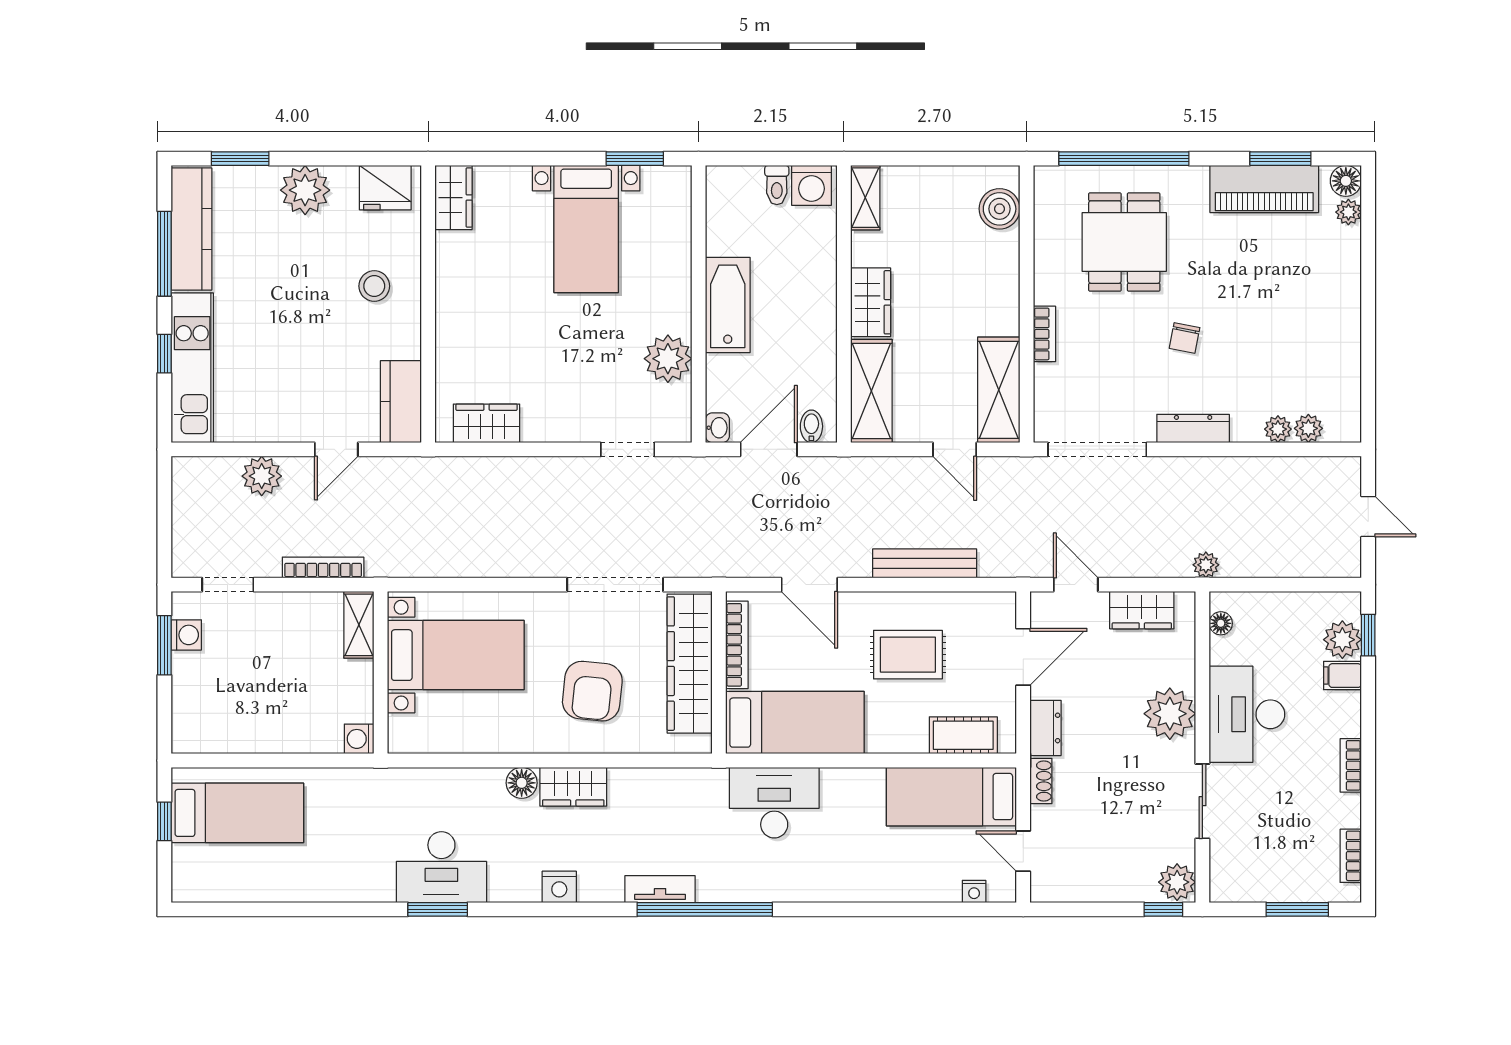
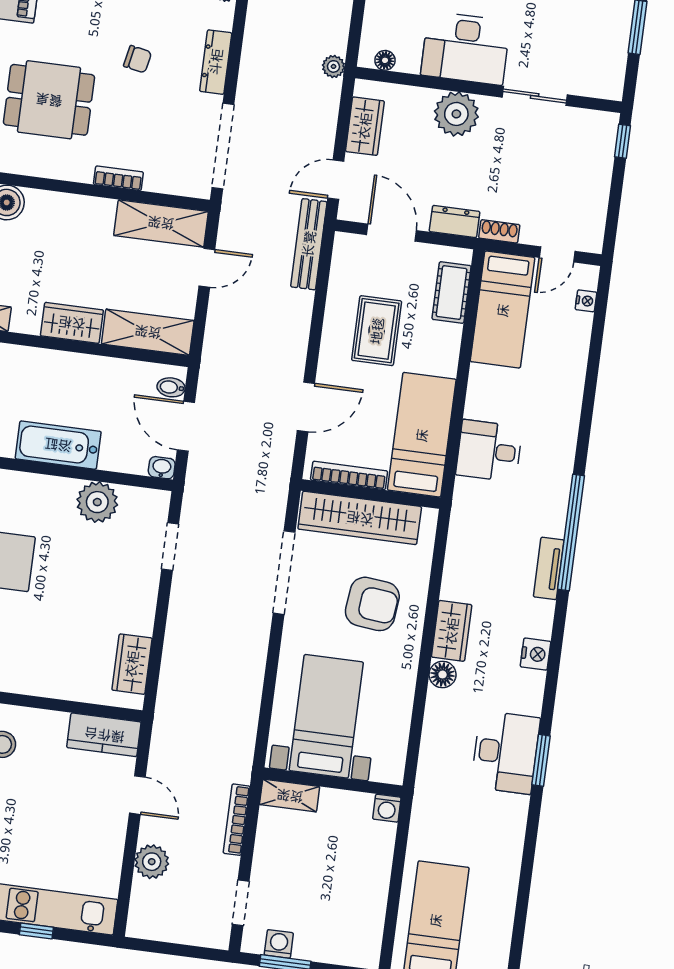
bench: (925, 563) -> (309, 244), moved
desk: (774, 803) -> (489, 451), width x0.73
plant: (1177, 882) -> (601, 127), removed

